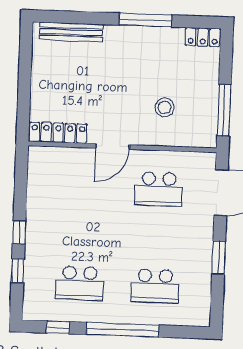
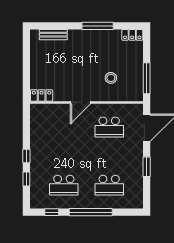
bench: (71, 32) -> (53, 35), width x0.73
locker: (58, 133) -> (42, 95), width x0.66

